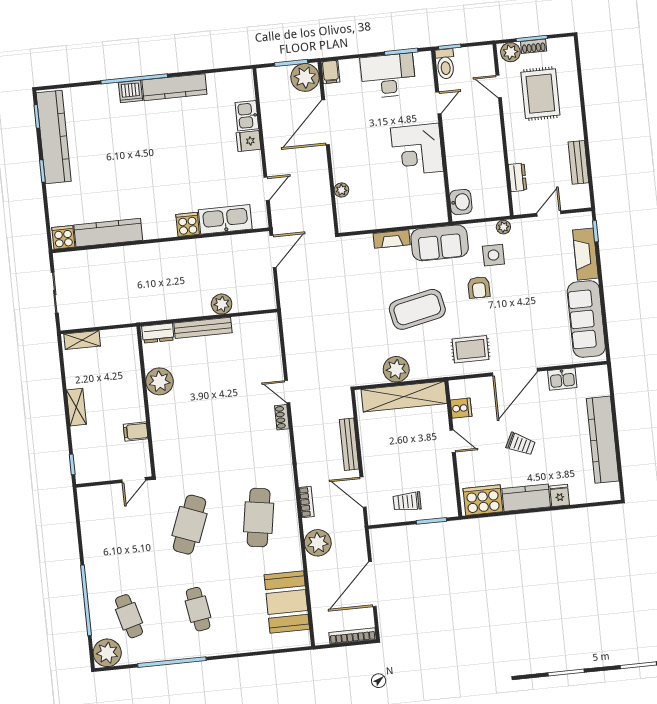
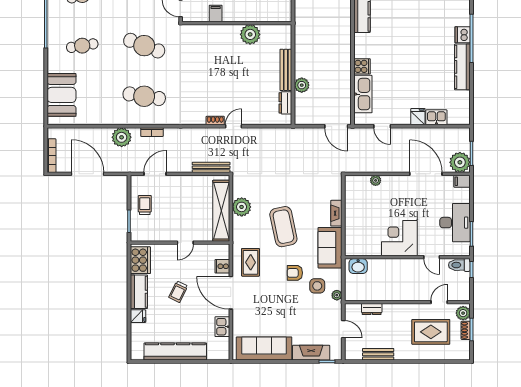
dresser: (158, 333) -> (285, 103), moved
cooker: (461, 408) -> (222, 266), moved, turned 90
bench: (349, 444) -> (211, 167), moved
booth: (287, 602) -> (62, 95), moved, turned 90

